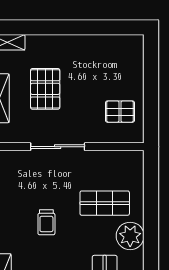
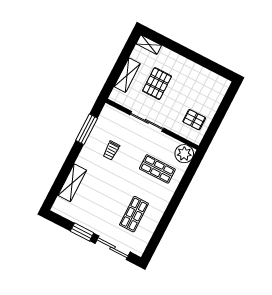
trolley: (46, 222) -> (111, 150), moved
plant: (130, 236) -> (184, 154), moved

